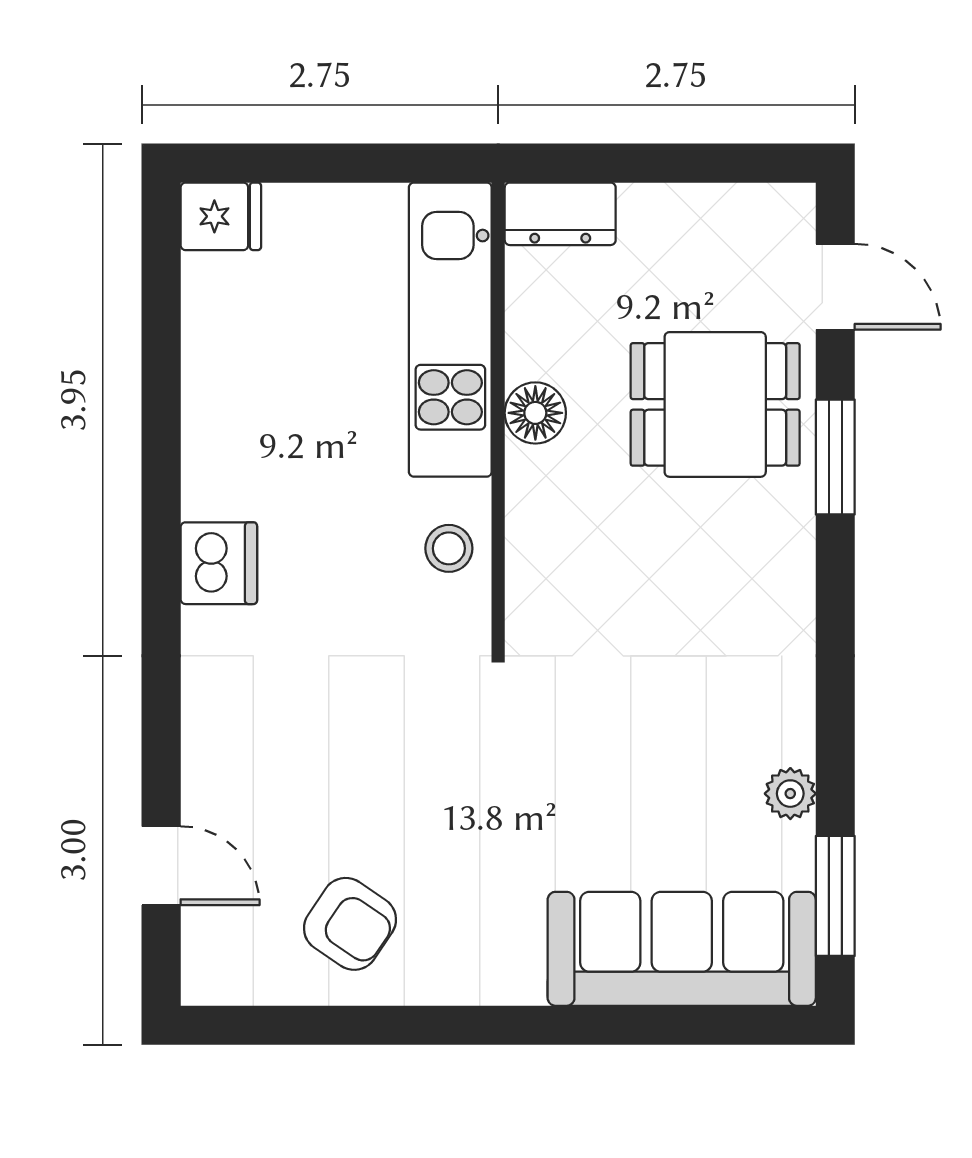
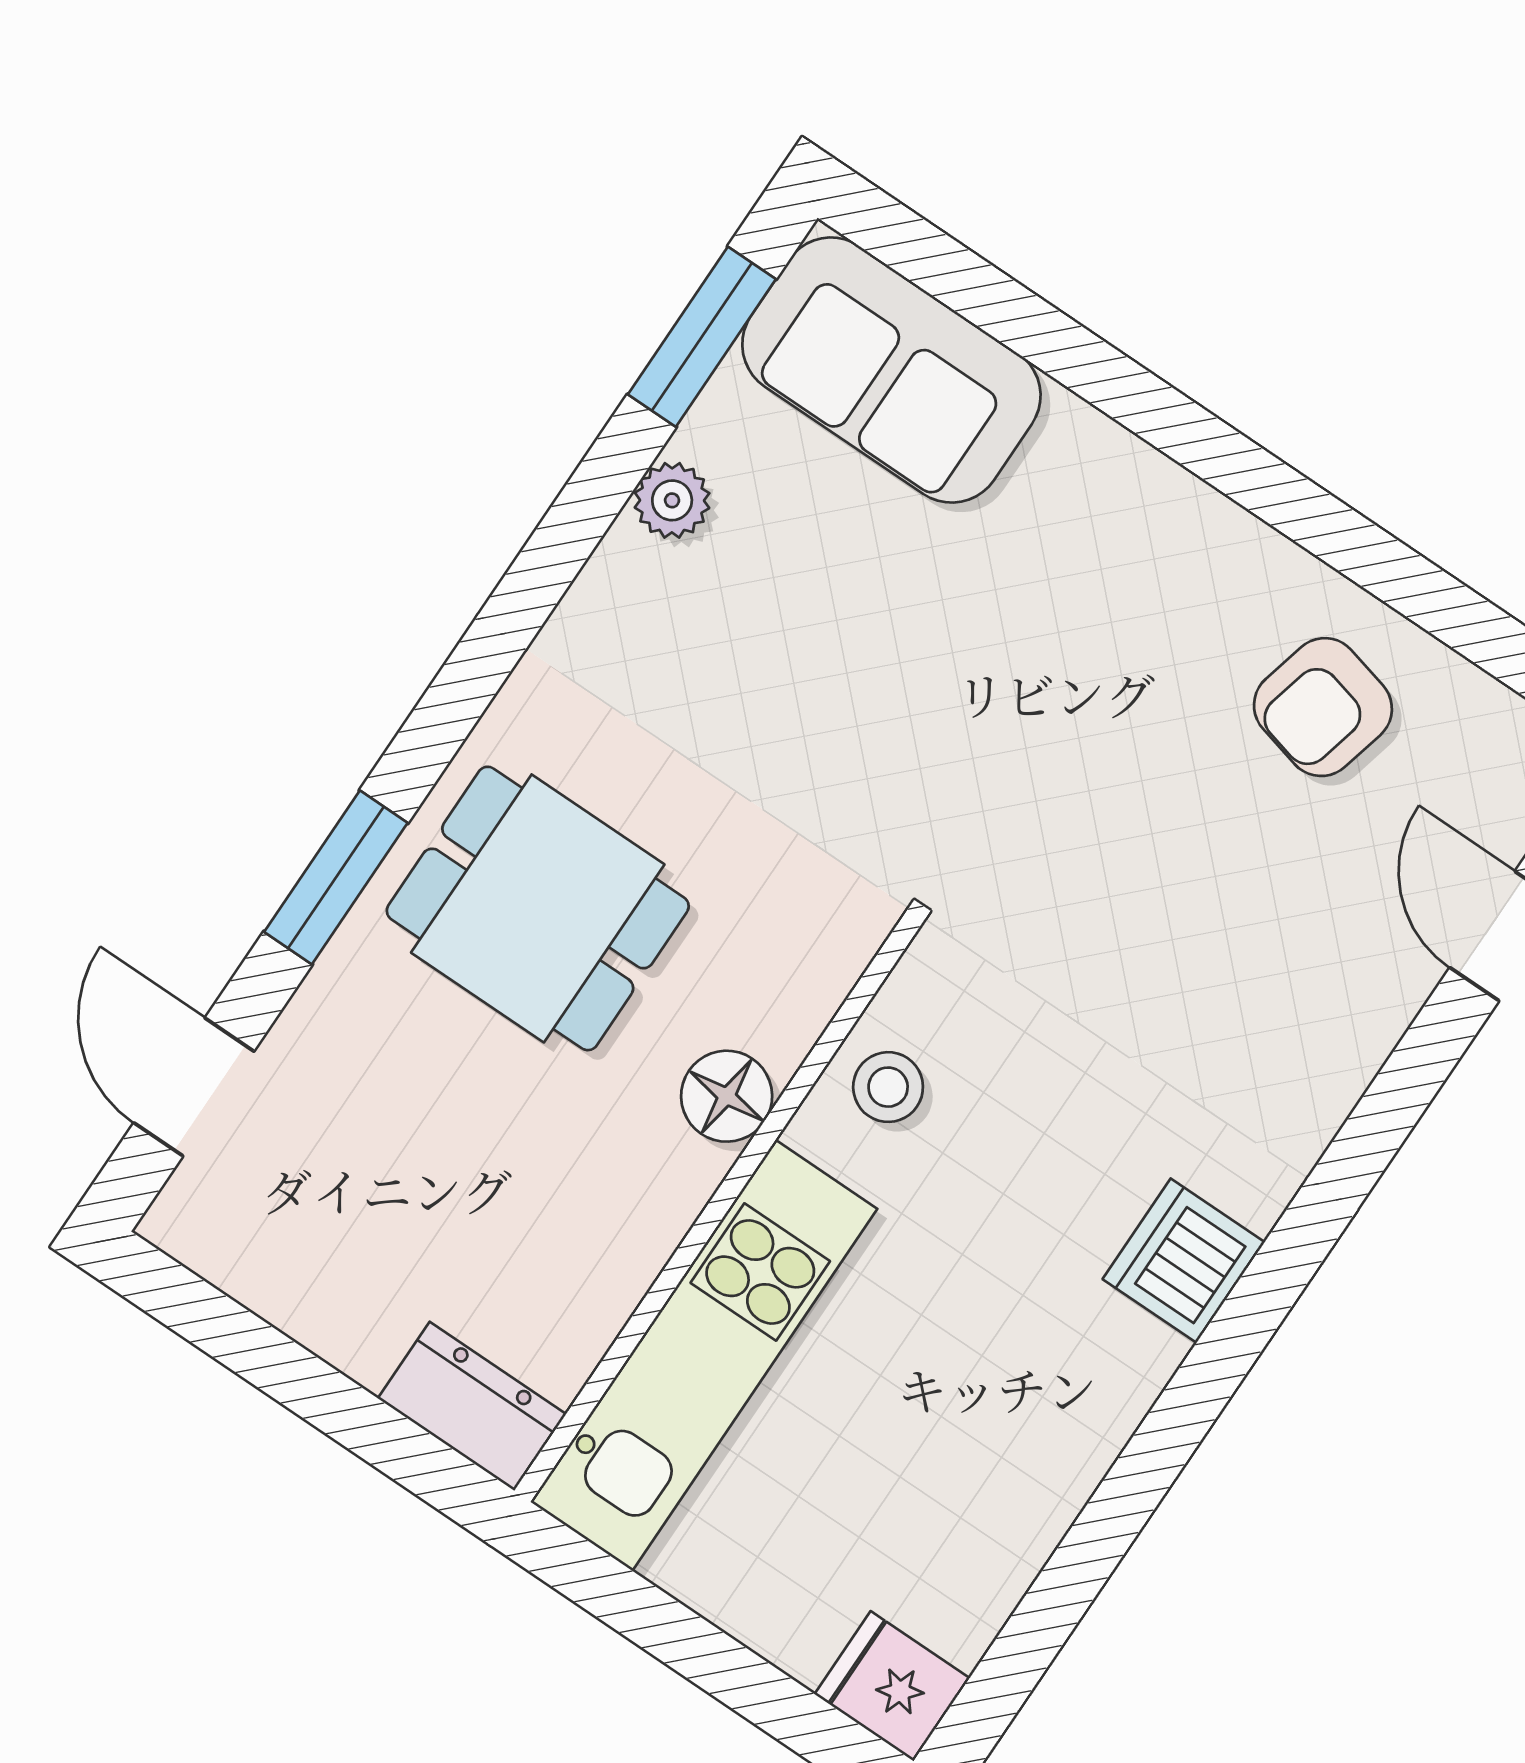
dining table: (715, 404) -> (538, 908), moved
floor lamp: (535, 413) -> (727, 1096), moved
armchair: (350, 924) -> (1323, 707), turned -110
sofa: (682, 949) -> (891, 370), width x0.73

